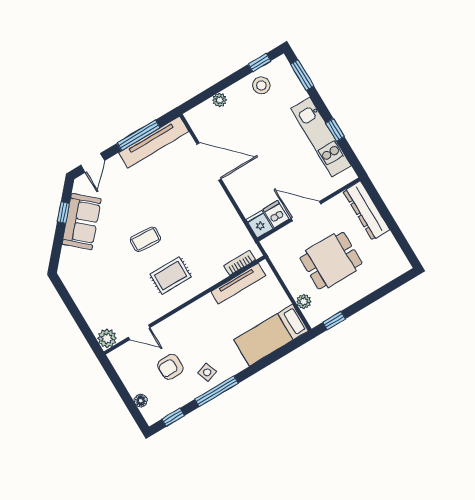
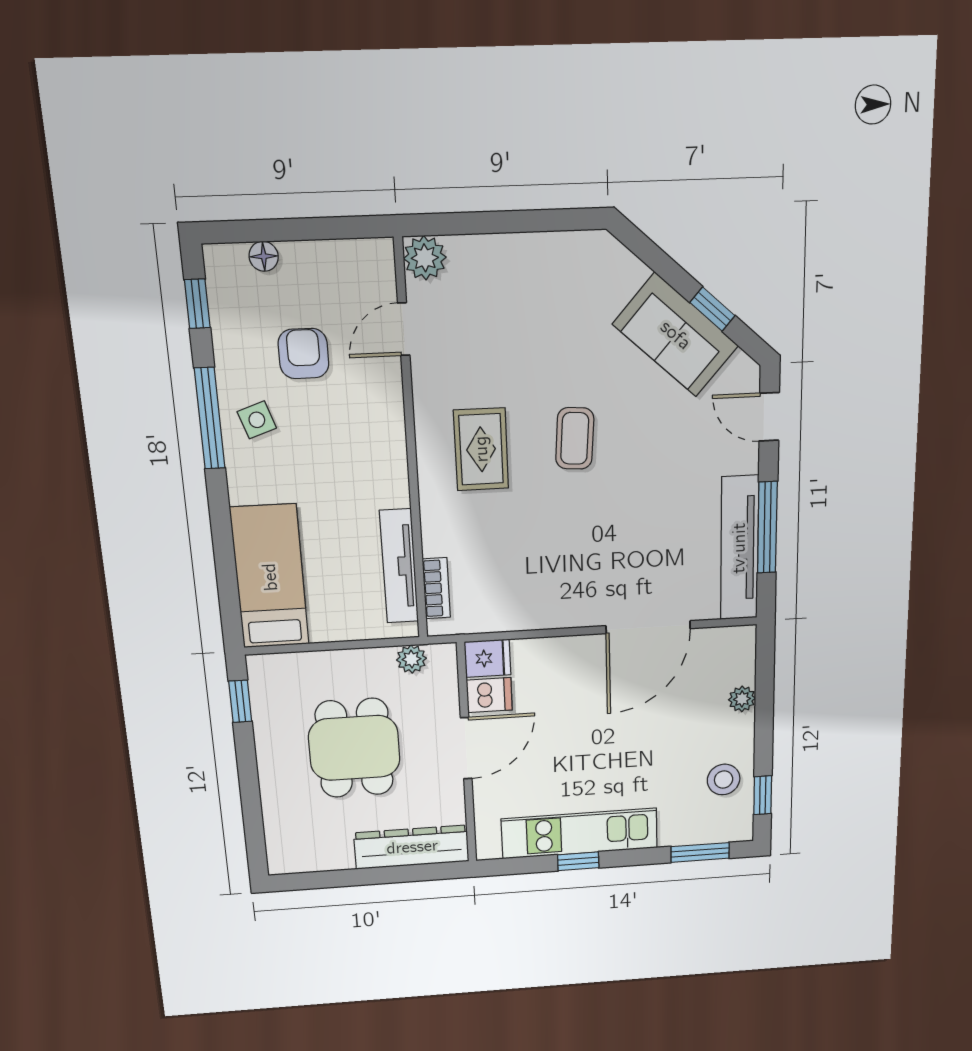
plant: (304, 302) -> (411, 659), moved

